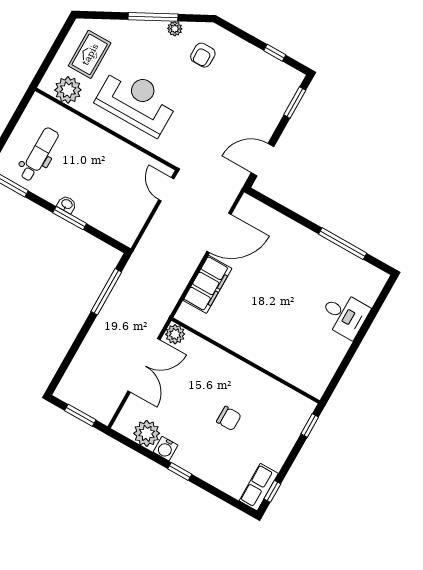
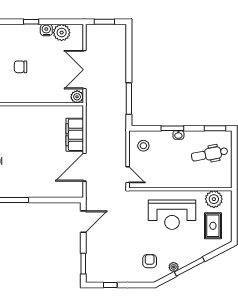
dental chair: (39, 154) -> (210, 154), turned 79
stool: (123, 217) -> (143, 146), added

